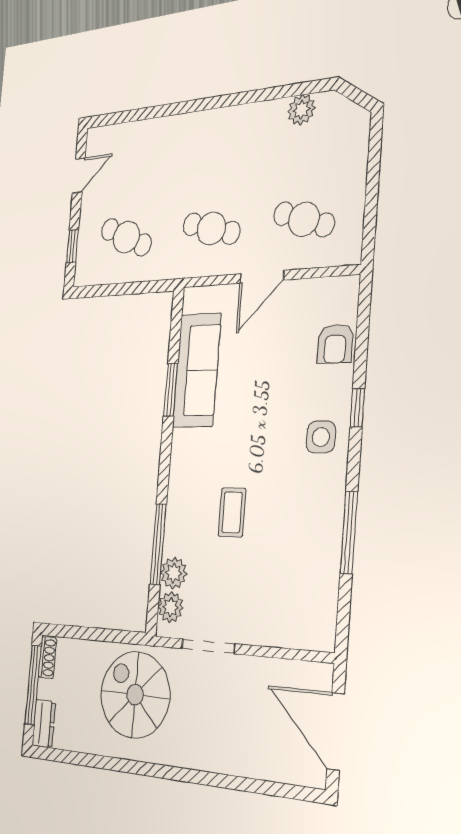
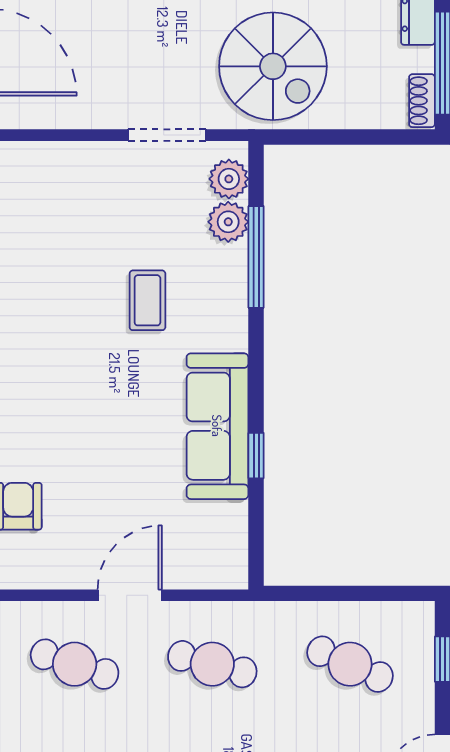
sofa: (197, 370) -> (217, 426), moved
window: (171, 390) -> (256, 456), width x0.67
side table: (321, 437) -> (29, 394), removed

